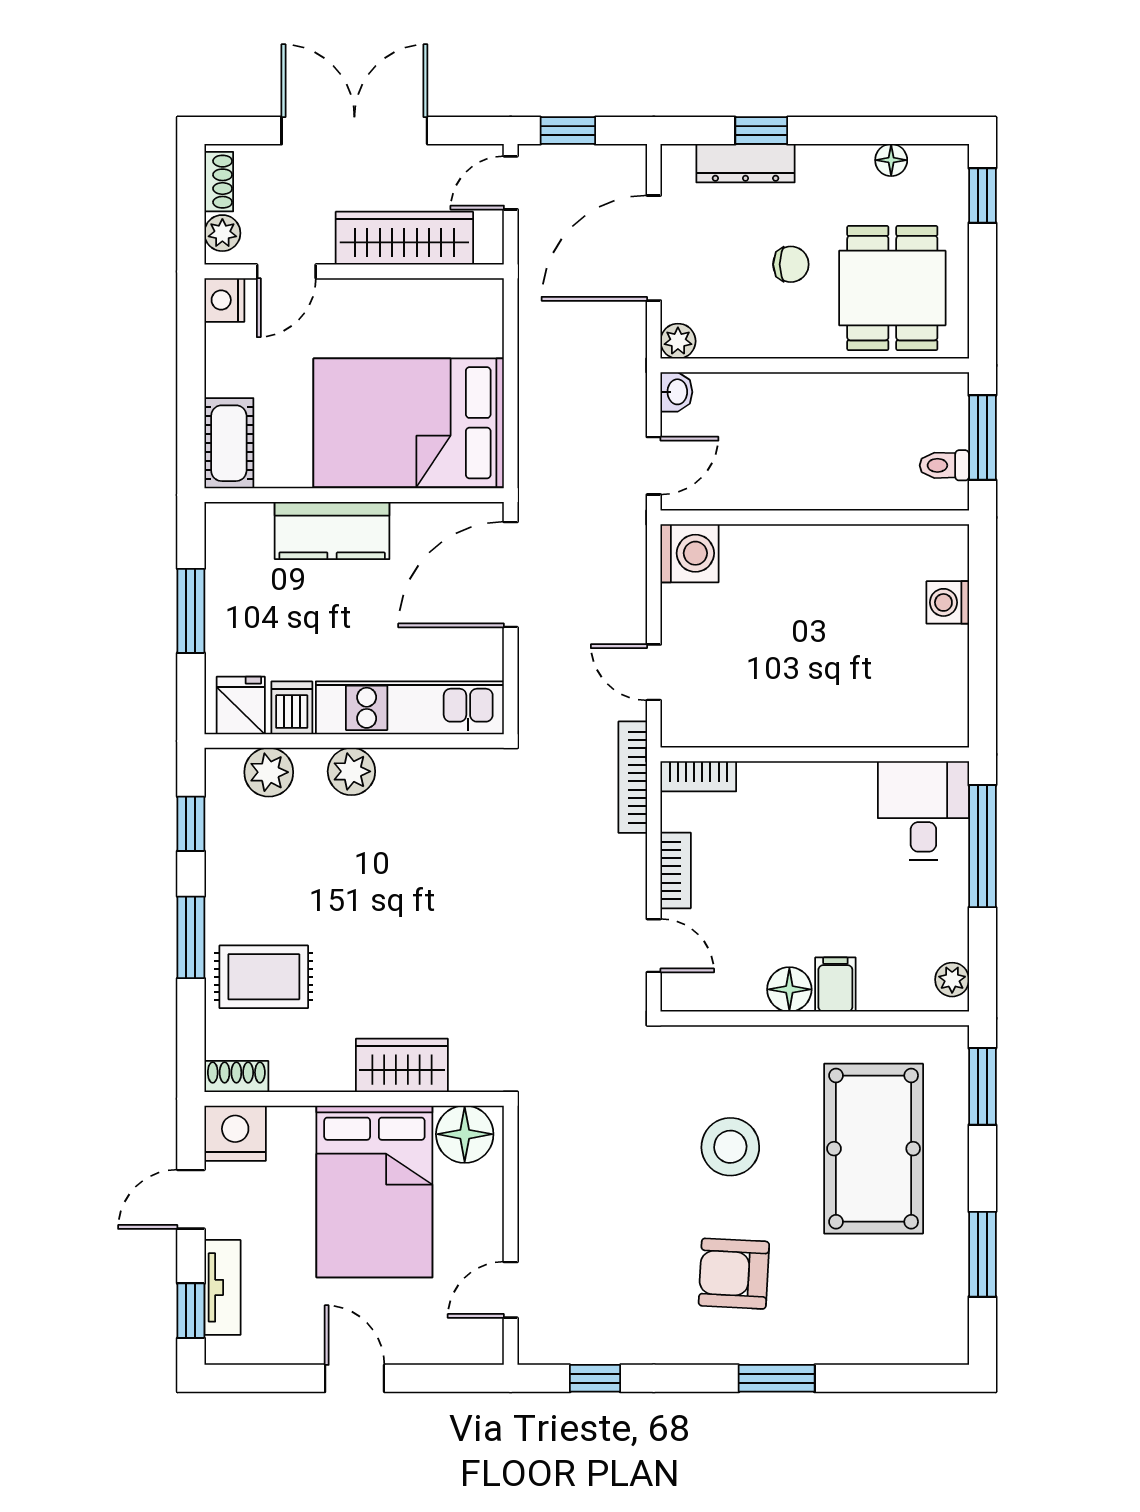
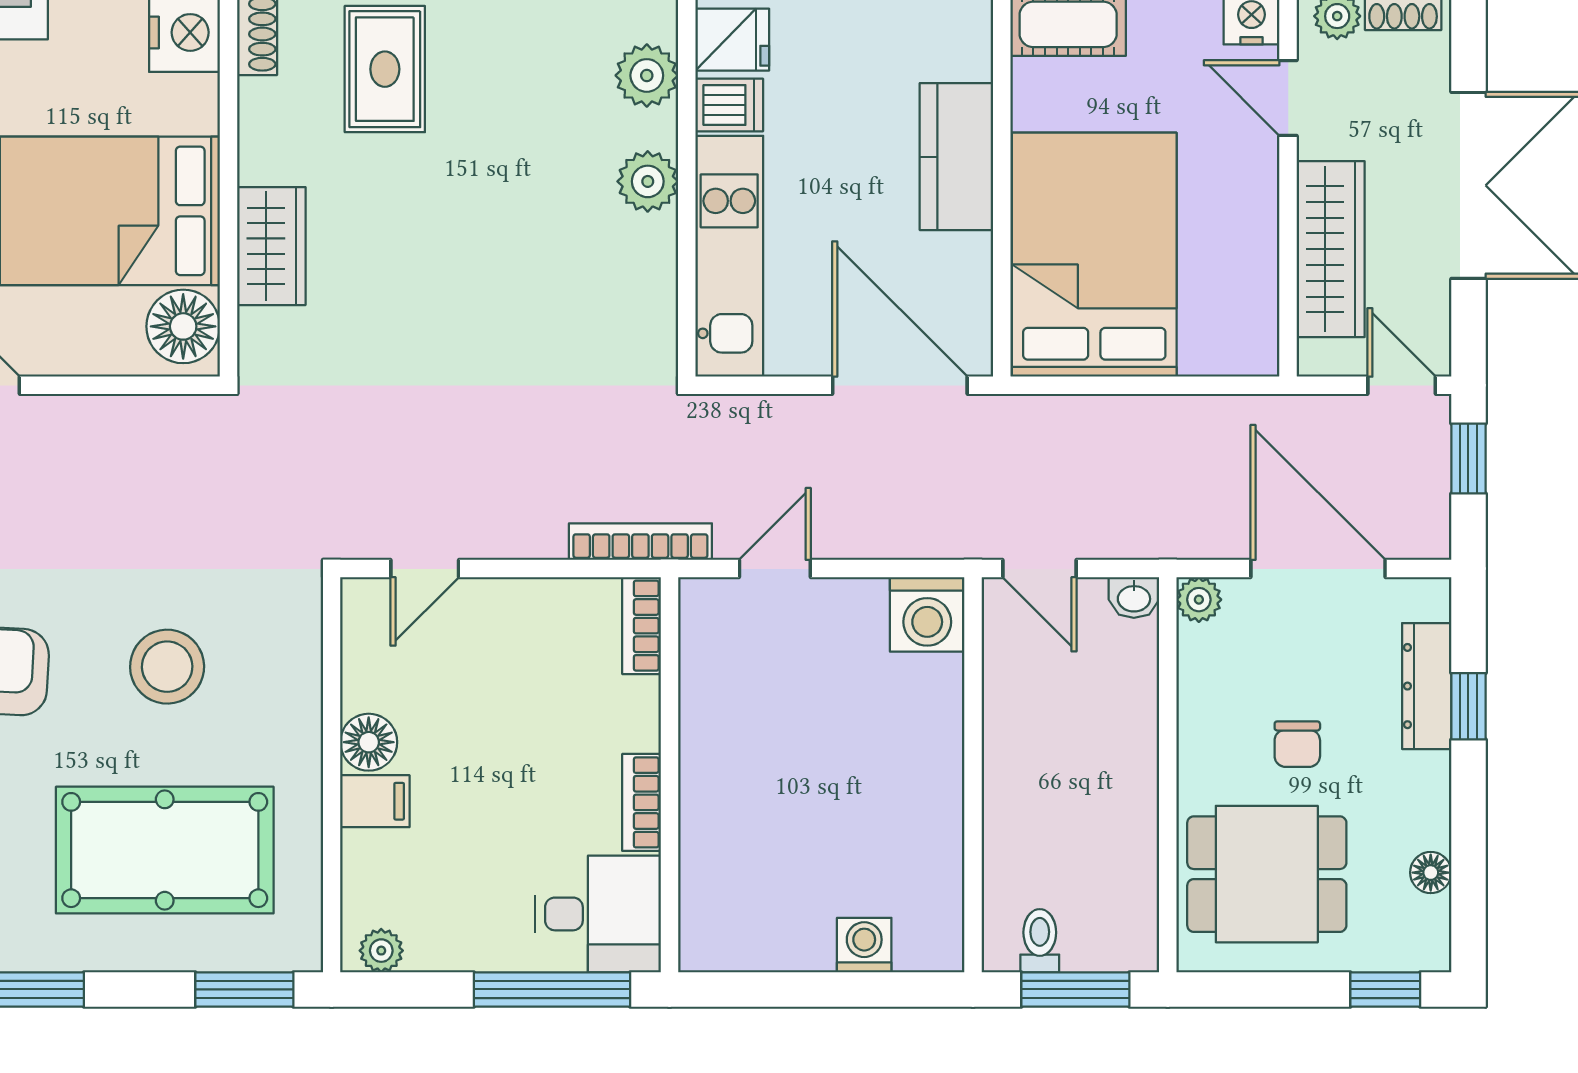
bookcase: (676, 870) -> (642, 802), moved, turned 90

